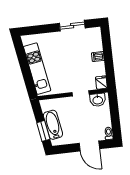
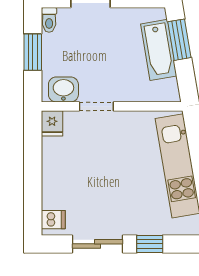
window: (46, 29) -> (150, 244), added
dishwasher: (98, 57) -> (53, 220), moved
window: (115, 117) -> (33, 52), added

